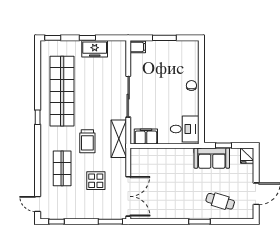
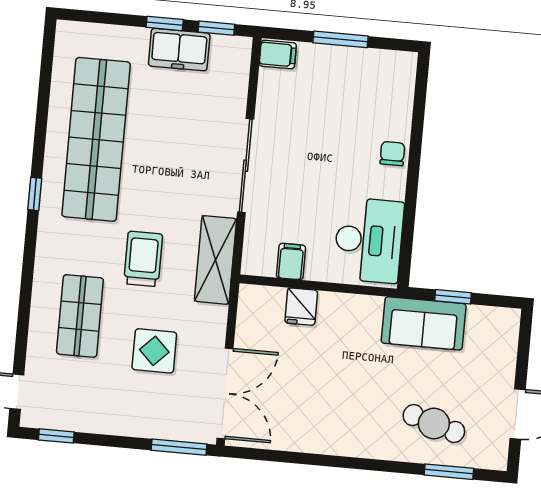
window: (53, 38) -> (216, 28), moved
desk: (185, 129) -> (369, 240), width x1.37
filing cabinet: (146, 136) -> (291, 262), width x0.50
trolley: (87, 141) -> (143, 259), turned 180
fridge: (247, 156) -> (301, 307), moved
window: (200, 222) -> (449, 472), moved

